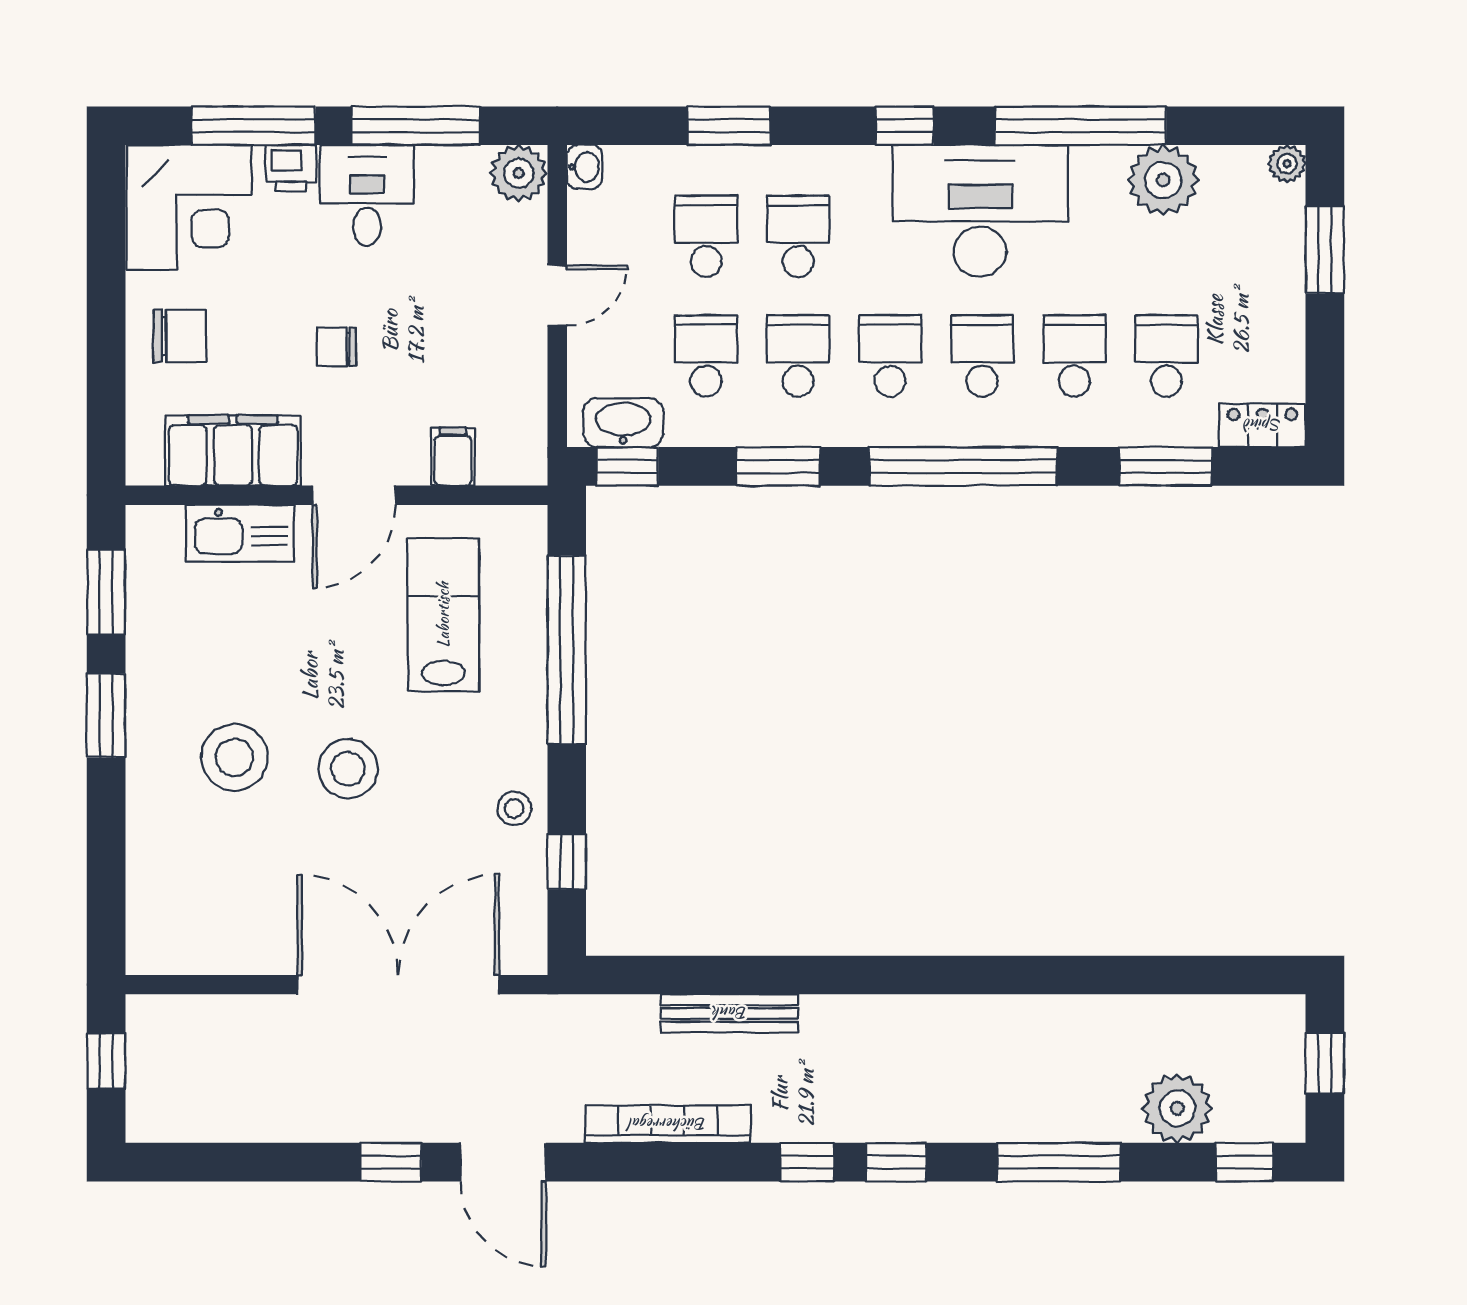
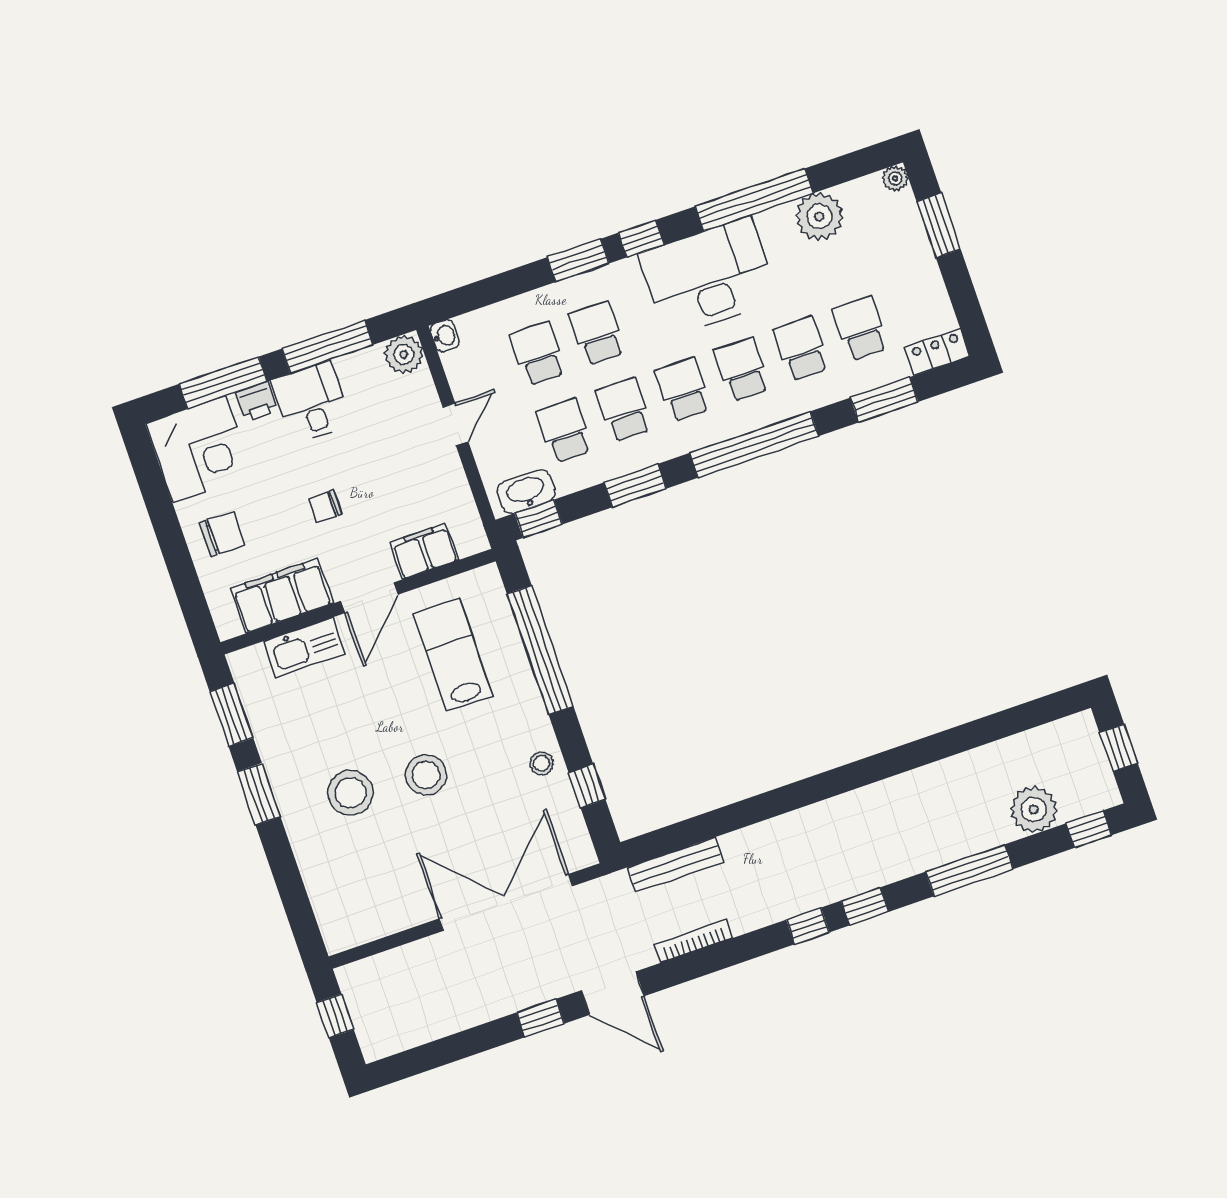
window: (729, 126) -> (578, 260), moved
filing cabinet: (453, 457) -> (424, 551), width x2.00
bench: (730, 1013) -> (675, 865), moved
bookcase: (668, 1124) -> (694, 941), width x0.68, depth x0.76

